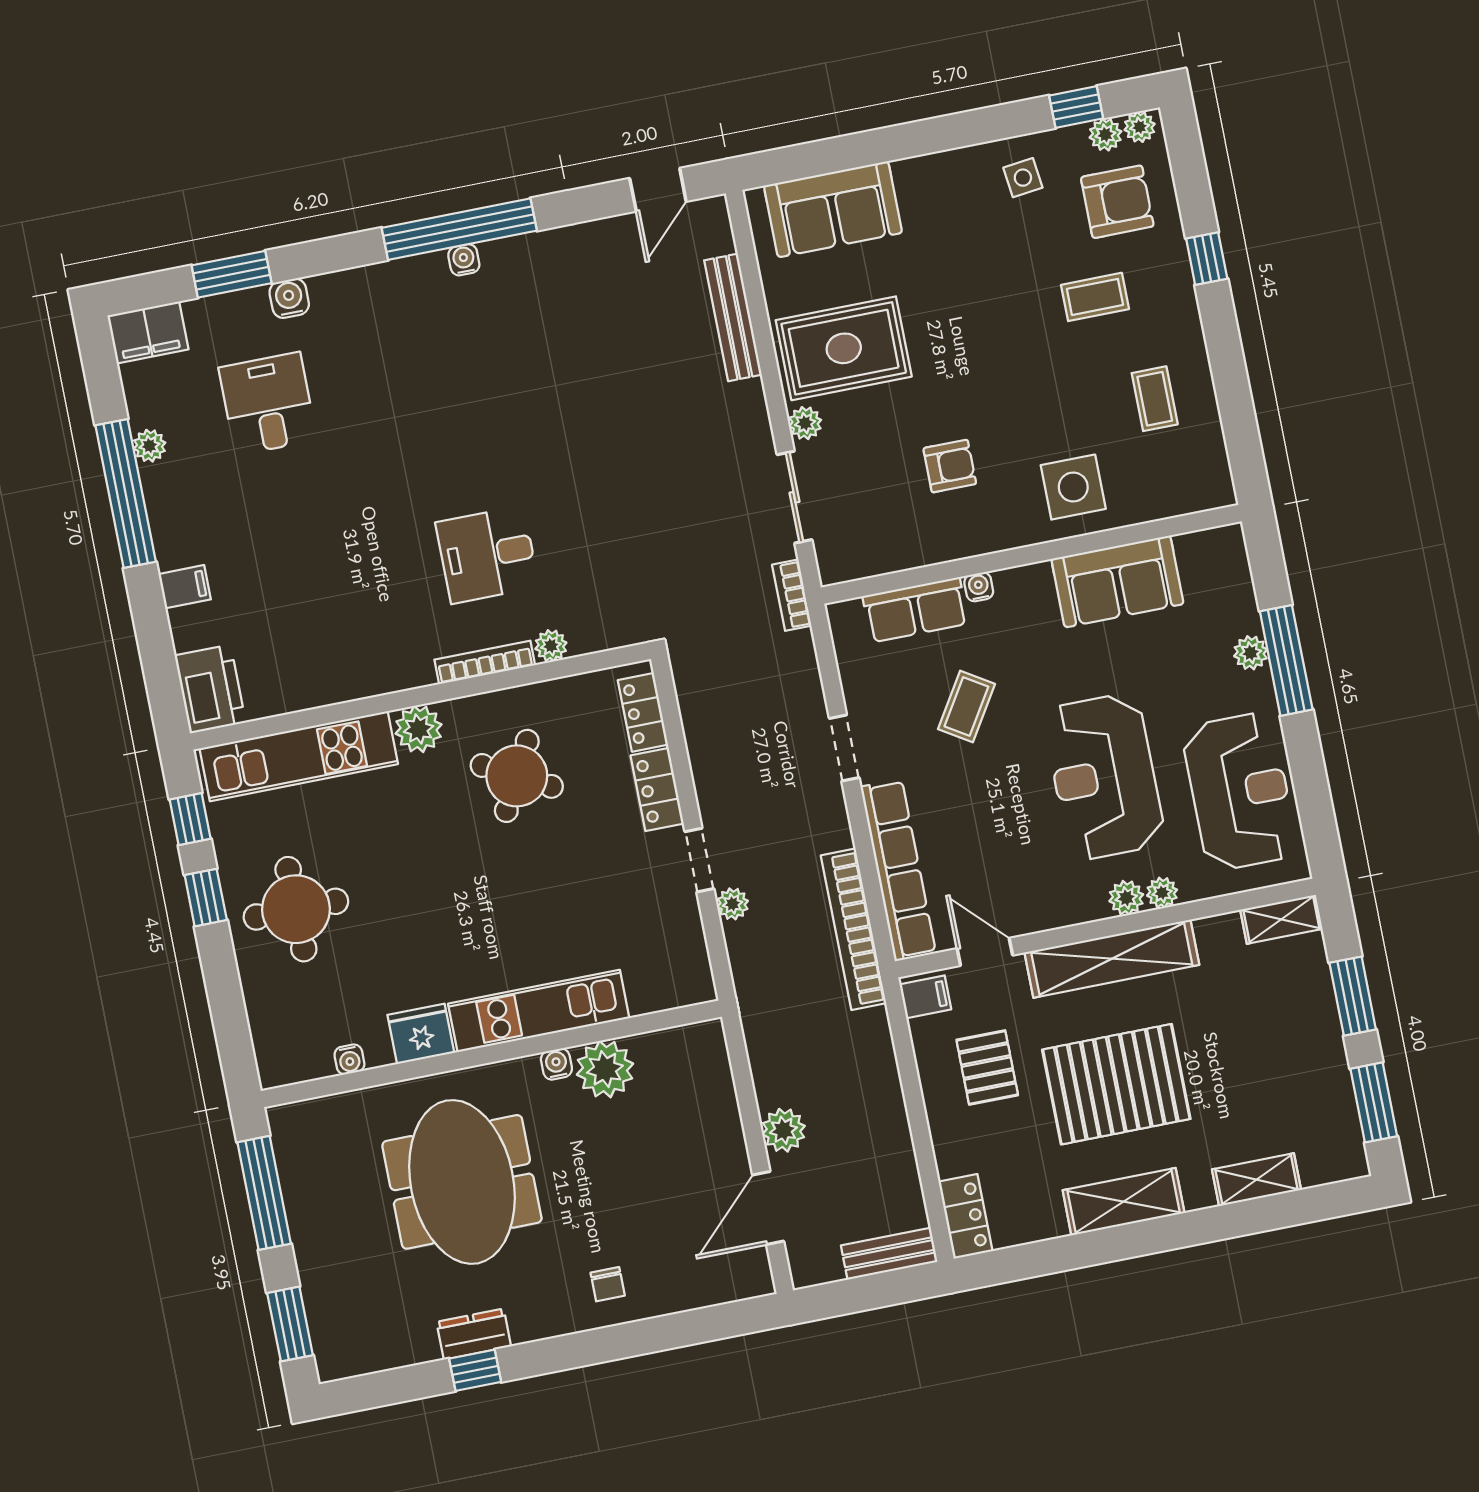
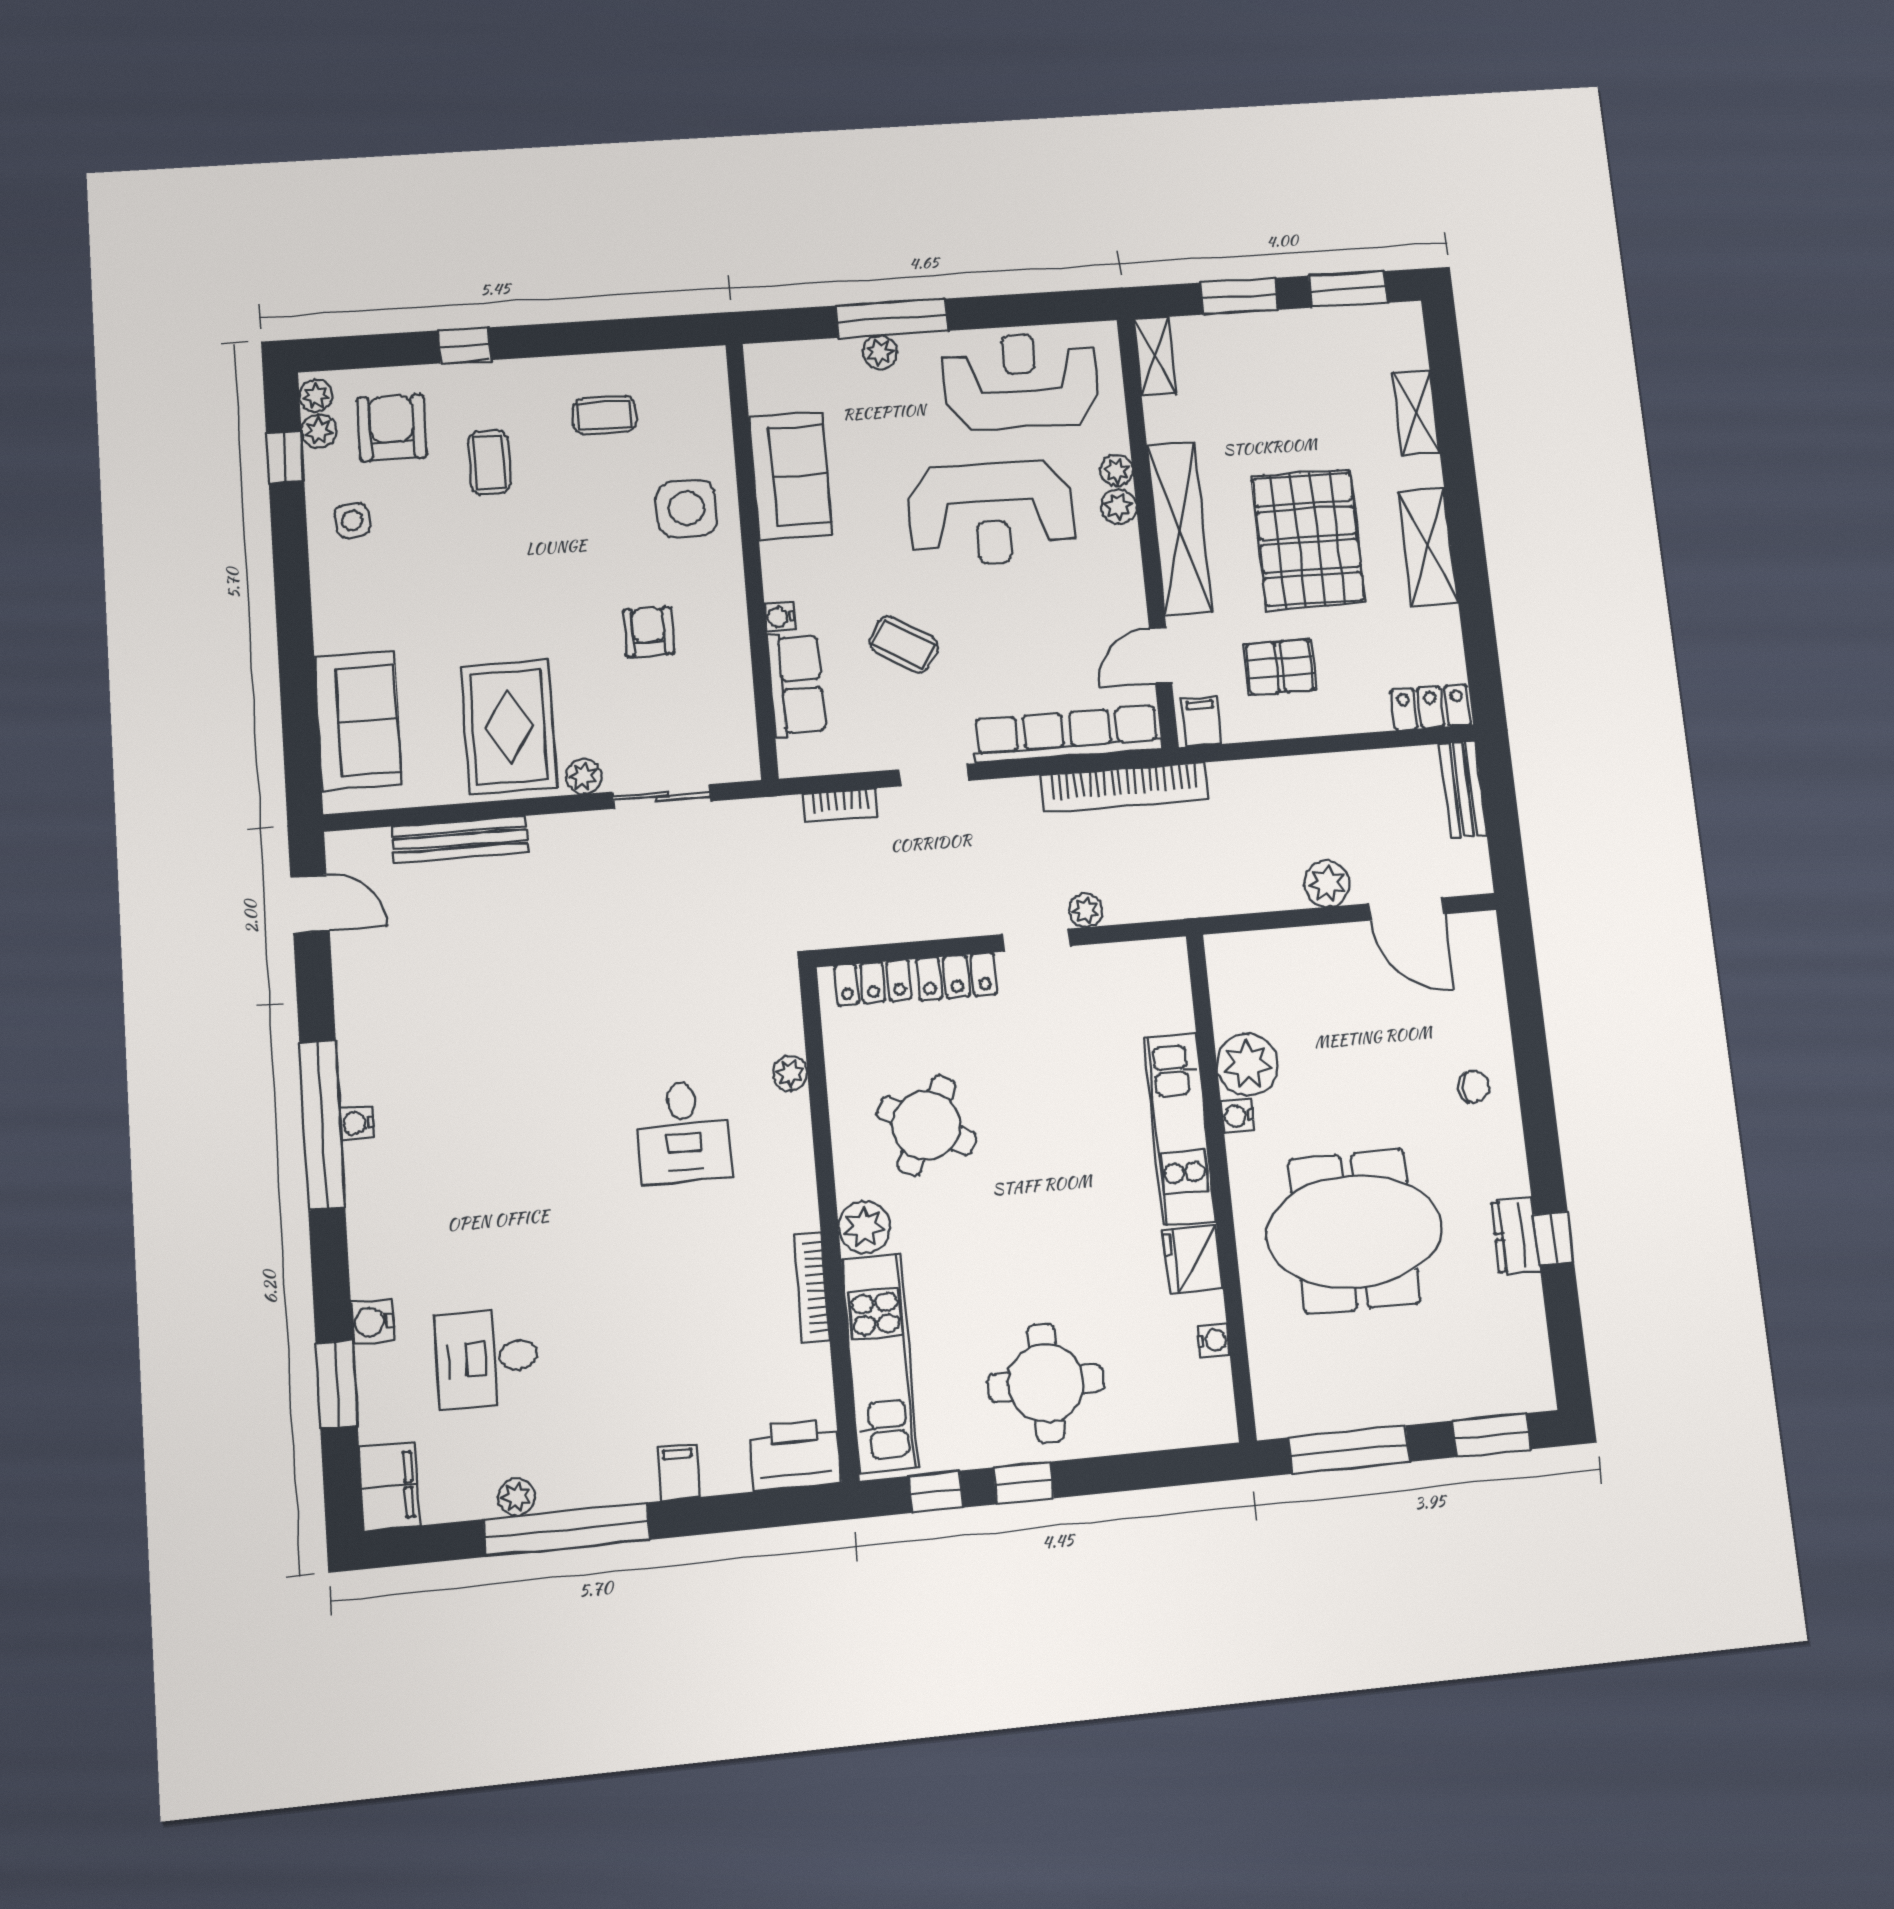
bookcase: (792, 595) -> (841, 805), moved
bookcase: (485, 662) -> (812, 1287), moved

